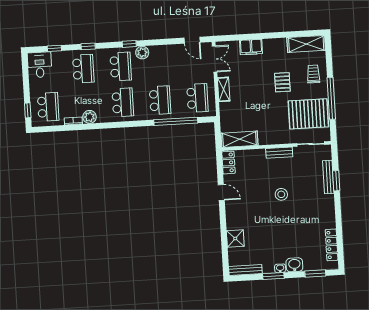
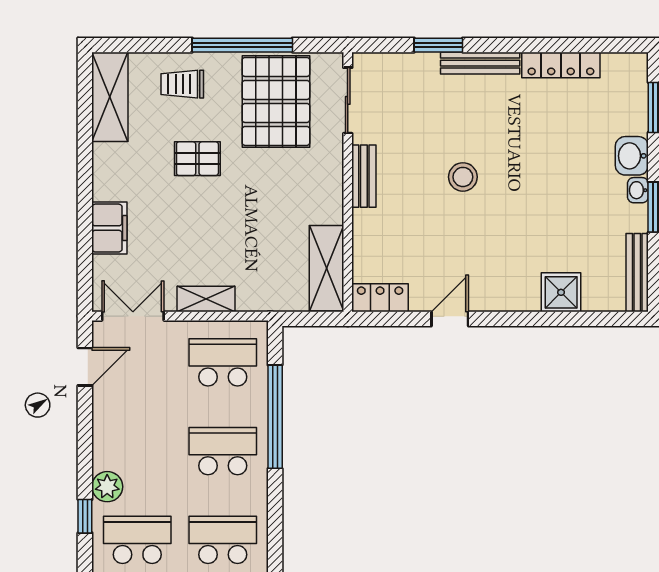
bench: (328, 177) -> (480, 63), moved
locker: (332, 245) -> (561, 65), moved

